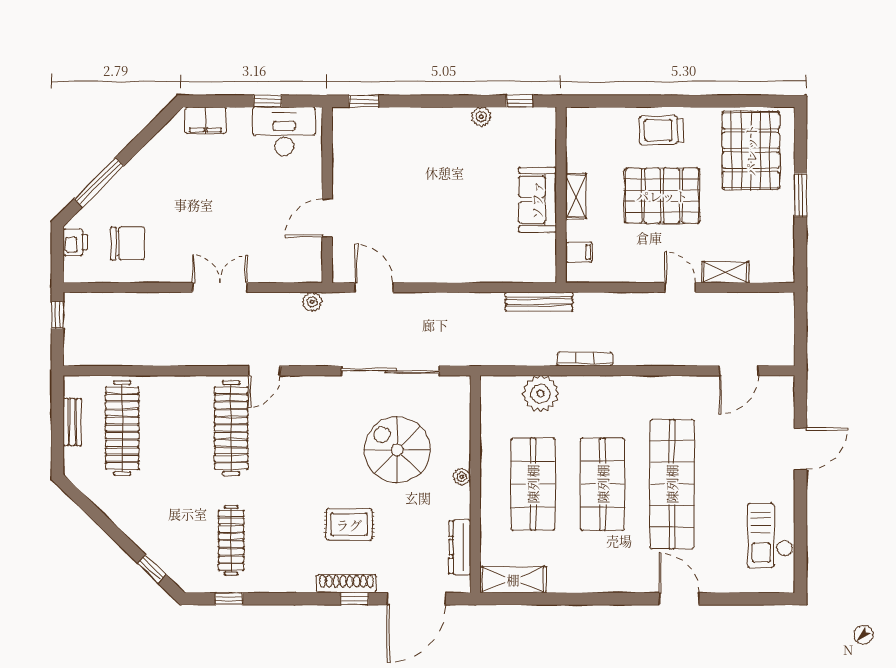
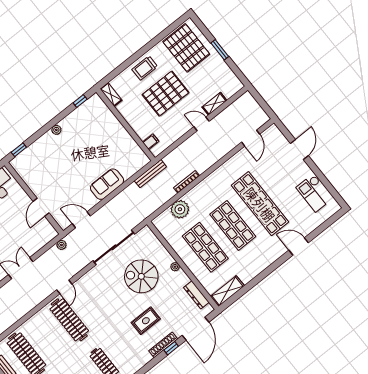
plant: (481, 117) -> (56, 130), moved
shelving: (576, 196) -> (111, 95), moved
sofa: (537, 200) -> (107, 184), moved, turned 90

